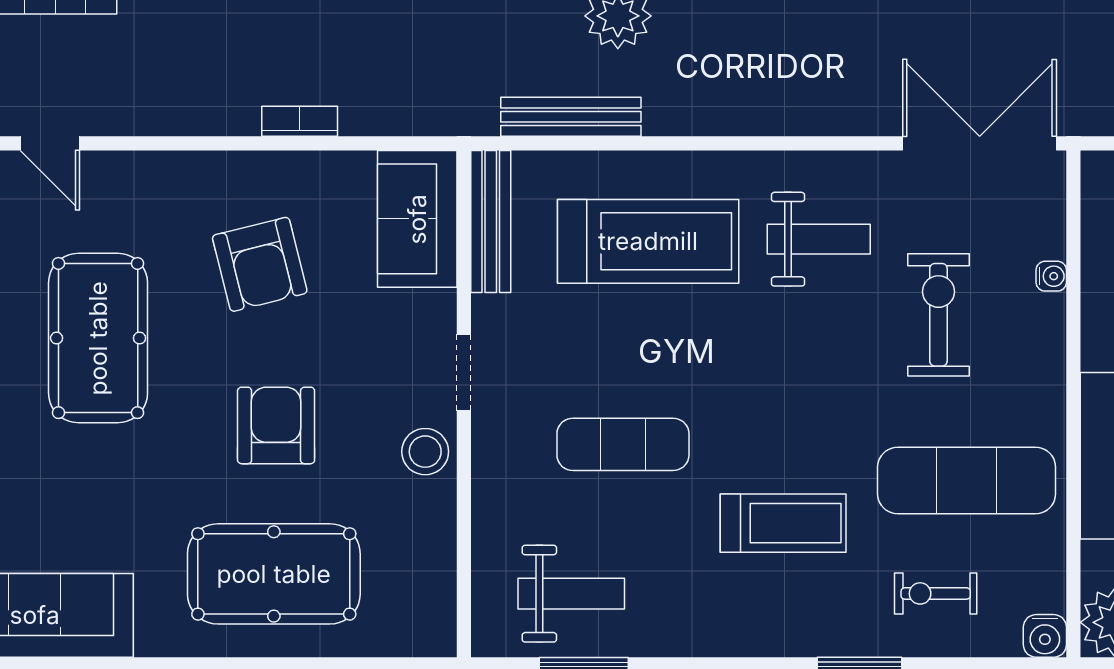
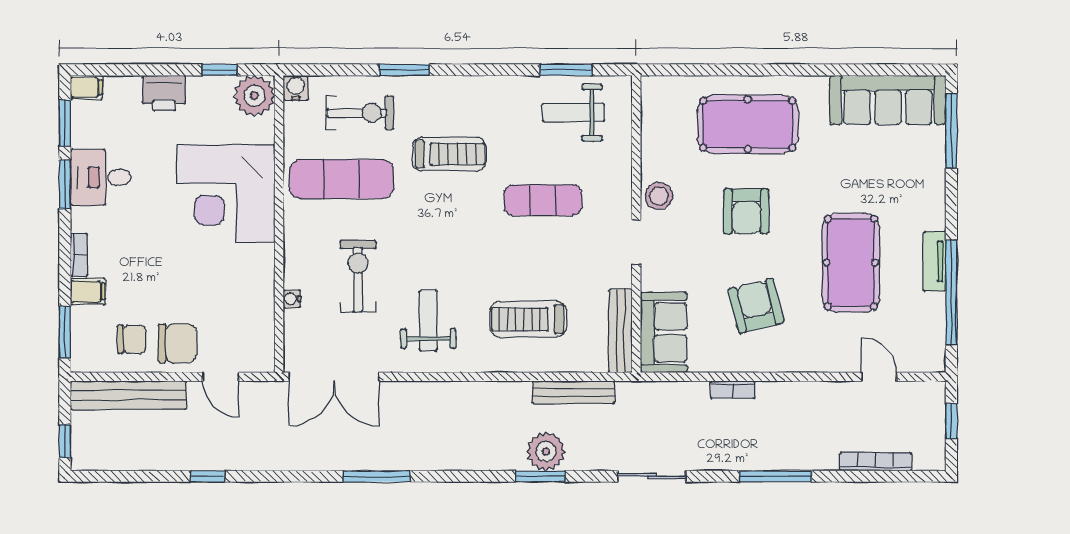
weight bench: (819, 239) -> (428, 321), turned 90
treadmill: (648, 241) -> (528, 319), width x0.73, depth x0.73
exercise bike: (938, 315) -> (358, 276), turned 180
treadmill: (783, 523) -> (449, 154), turned 180
exercise bike: (936, 593) -> (360, 113), width x1.38, depth x1.39

